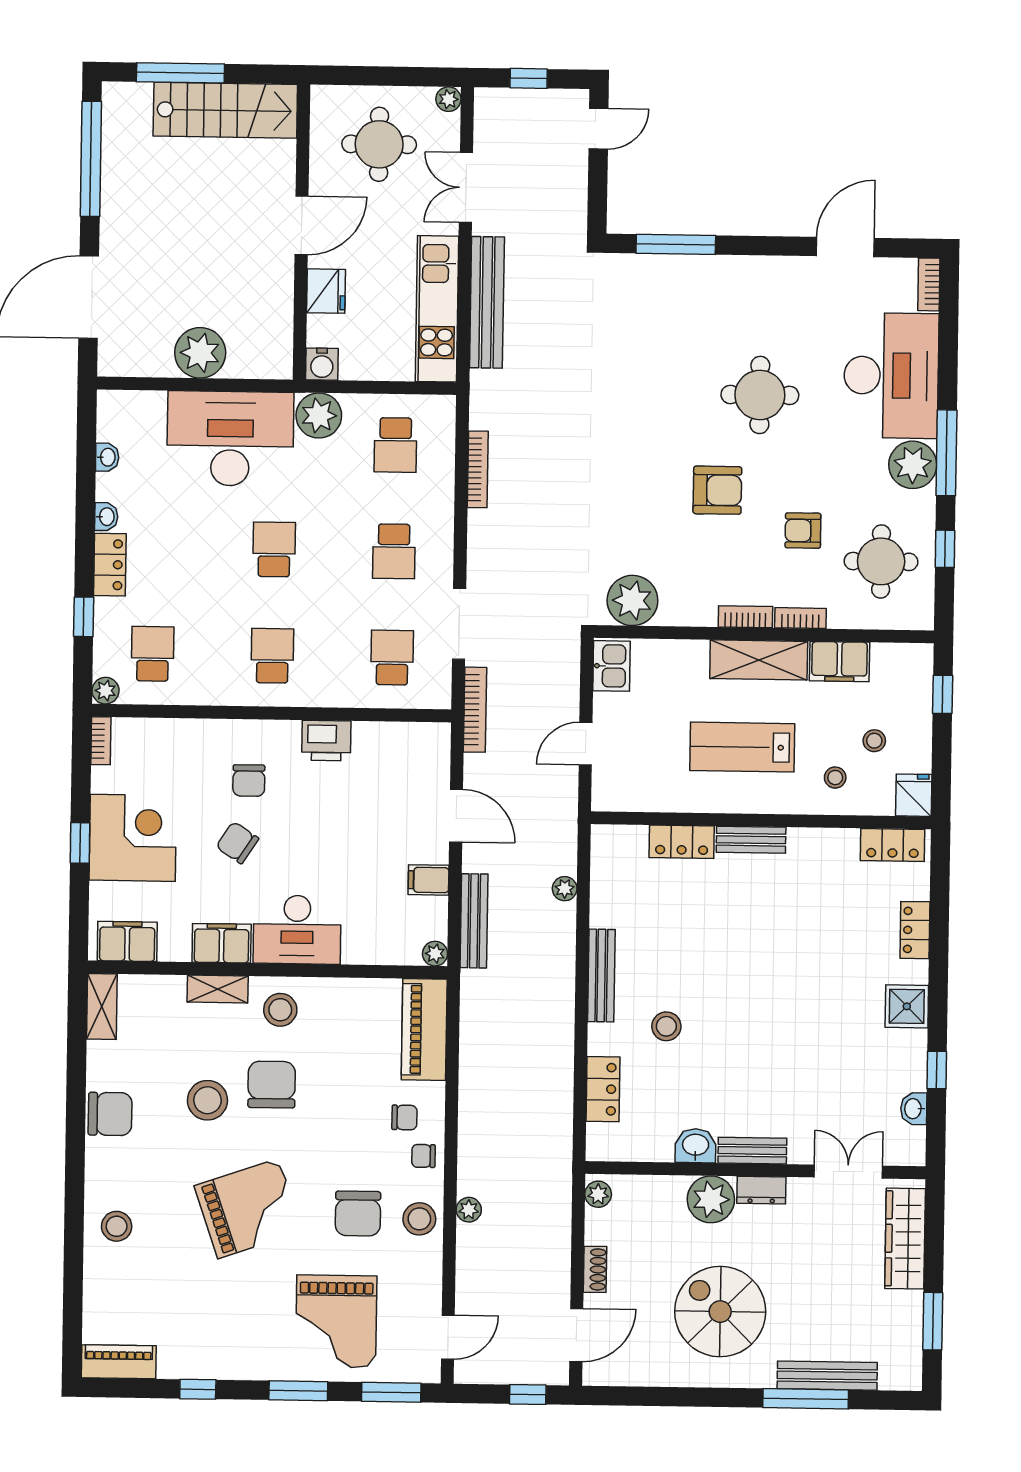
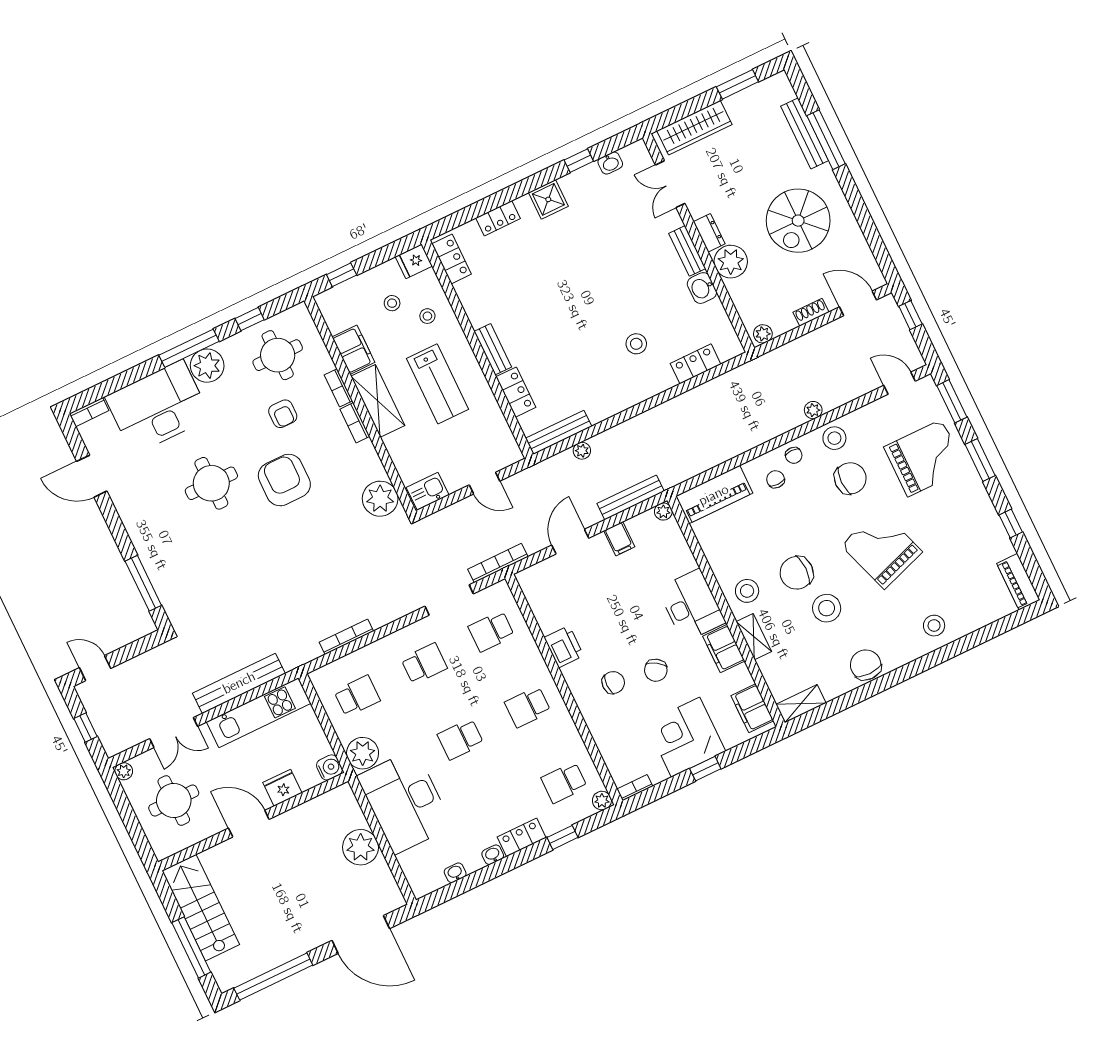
armchair: (717, 490) -> (284, 480), width x1.36, depth x1.36
bench: (601, 976) -> (559, 432), moved

